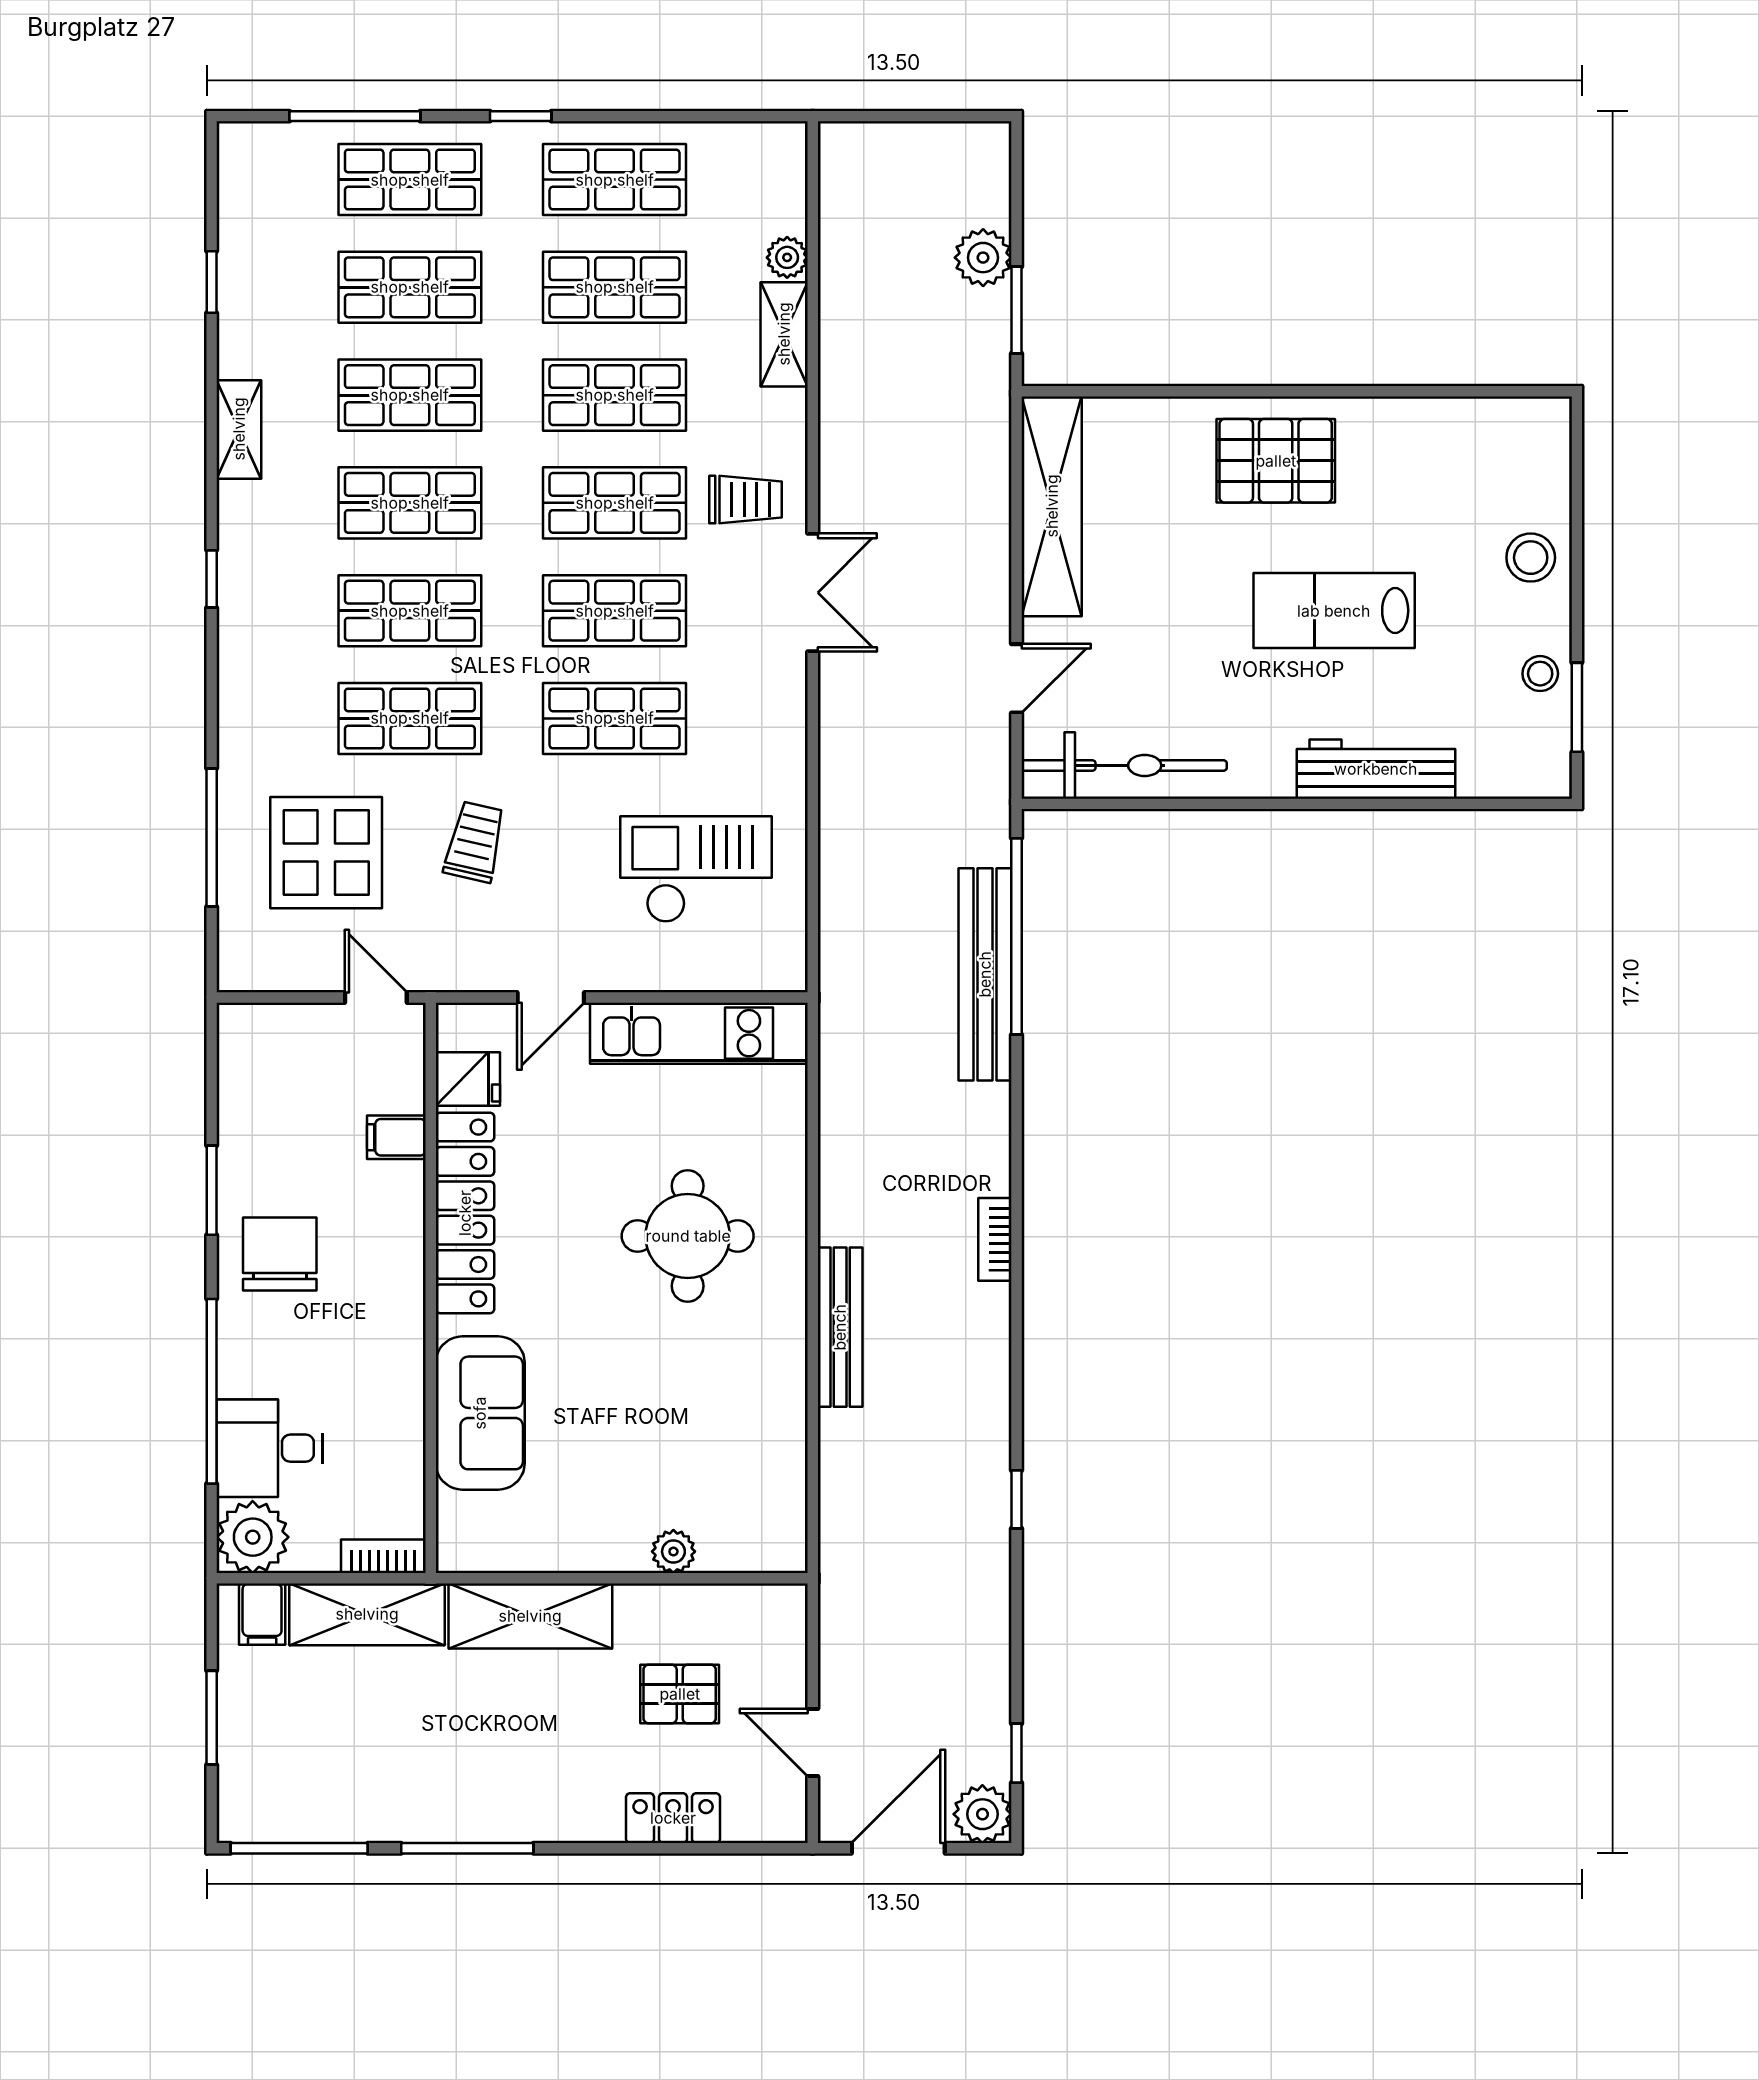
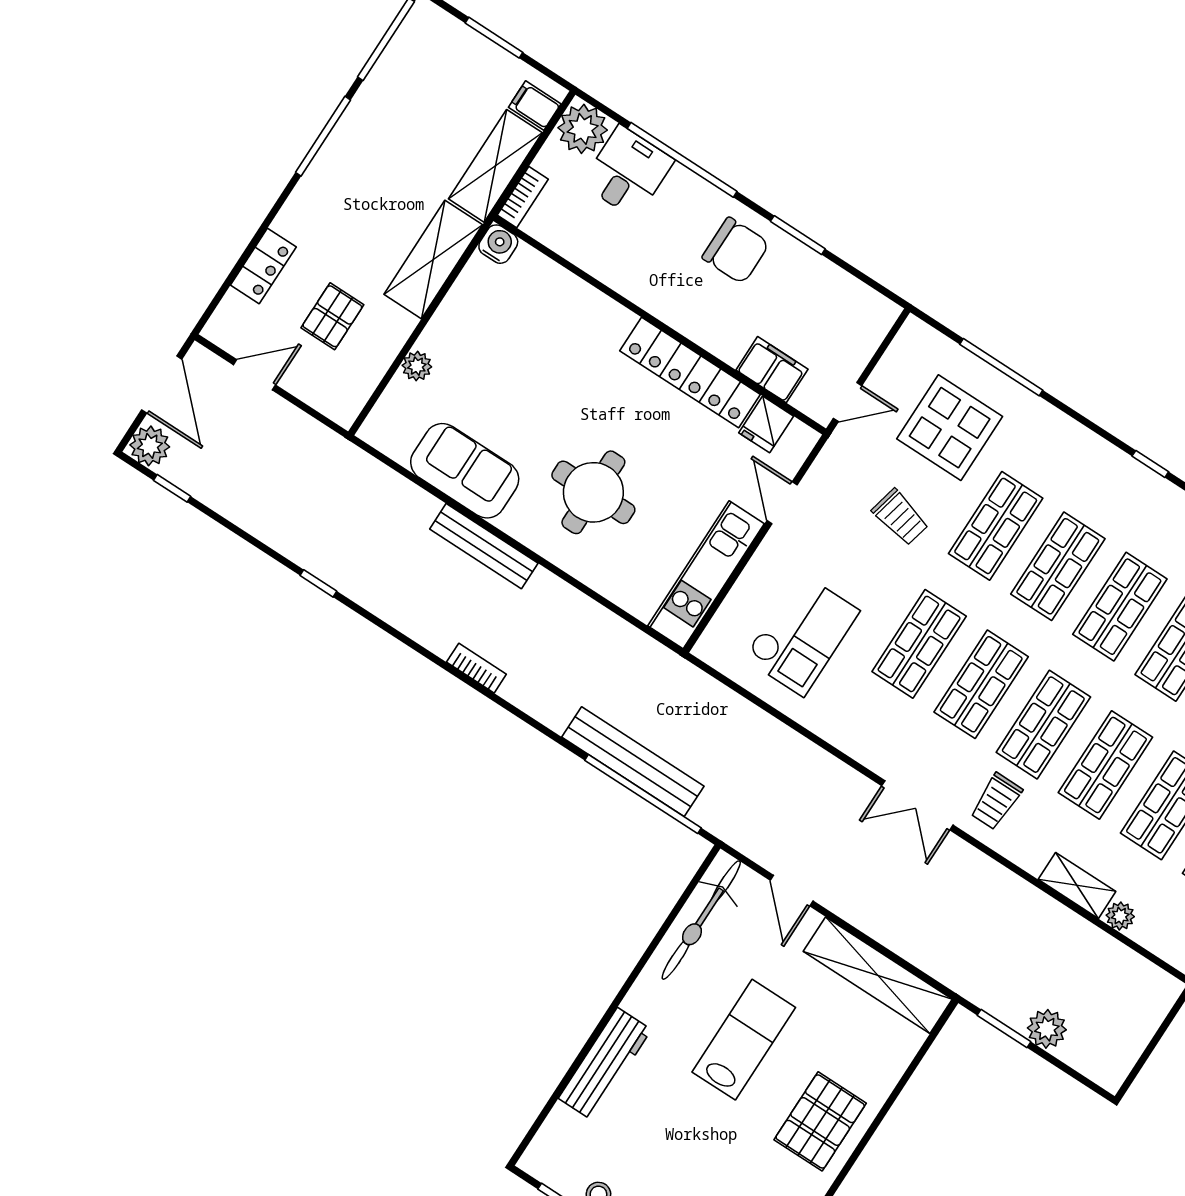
lab bench: (1334, 611) -> (744, 1040), moved
filing cabinet: (396, 1137) -> (772, 370), width x2.00
sofa: (480, 1413) -> (465, 471), moved, turned 180
water cooler: (460, 1549) -> (498, 244), added

